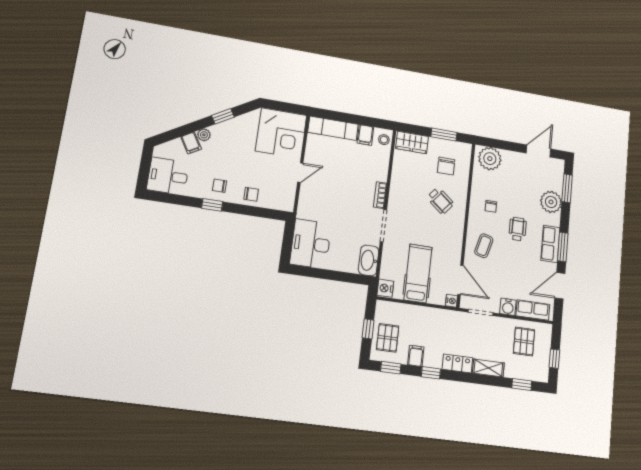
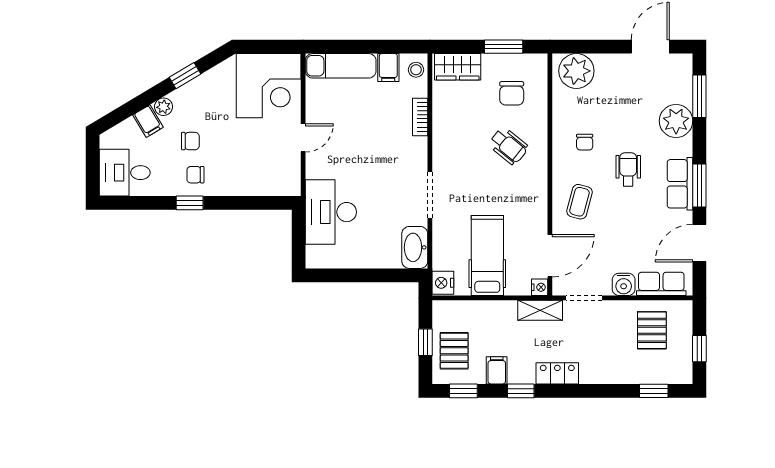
chair: (251, 194) -> (190, 141), moved
bookcase: (380, 195) -> (420, 117), moved
desk: (311, 244) -> (331, 212), moved
door: (461, 280) -> (550, 256), hinge flipped
shelving: (488, 368) -> (540, 310), moved

